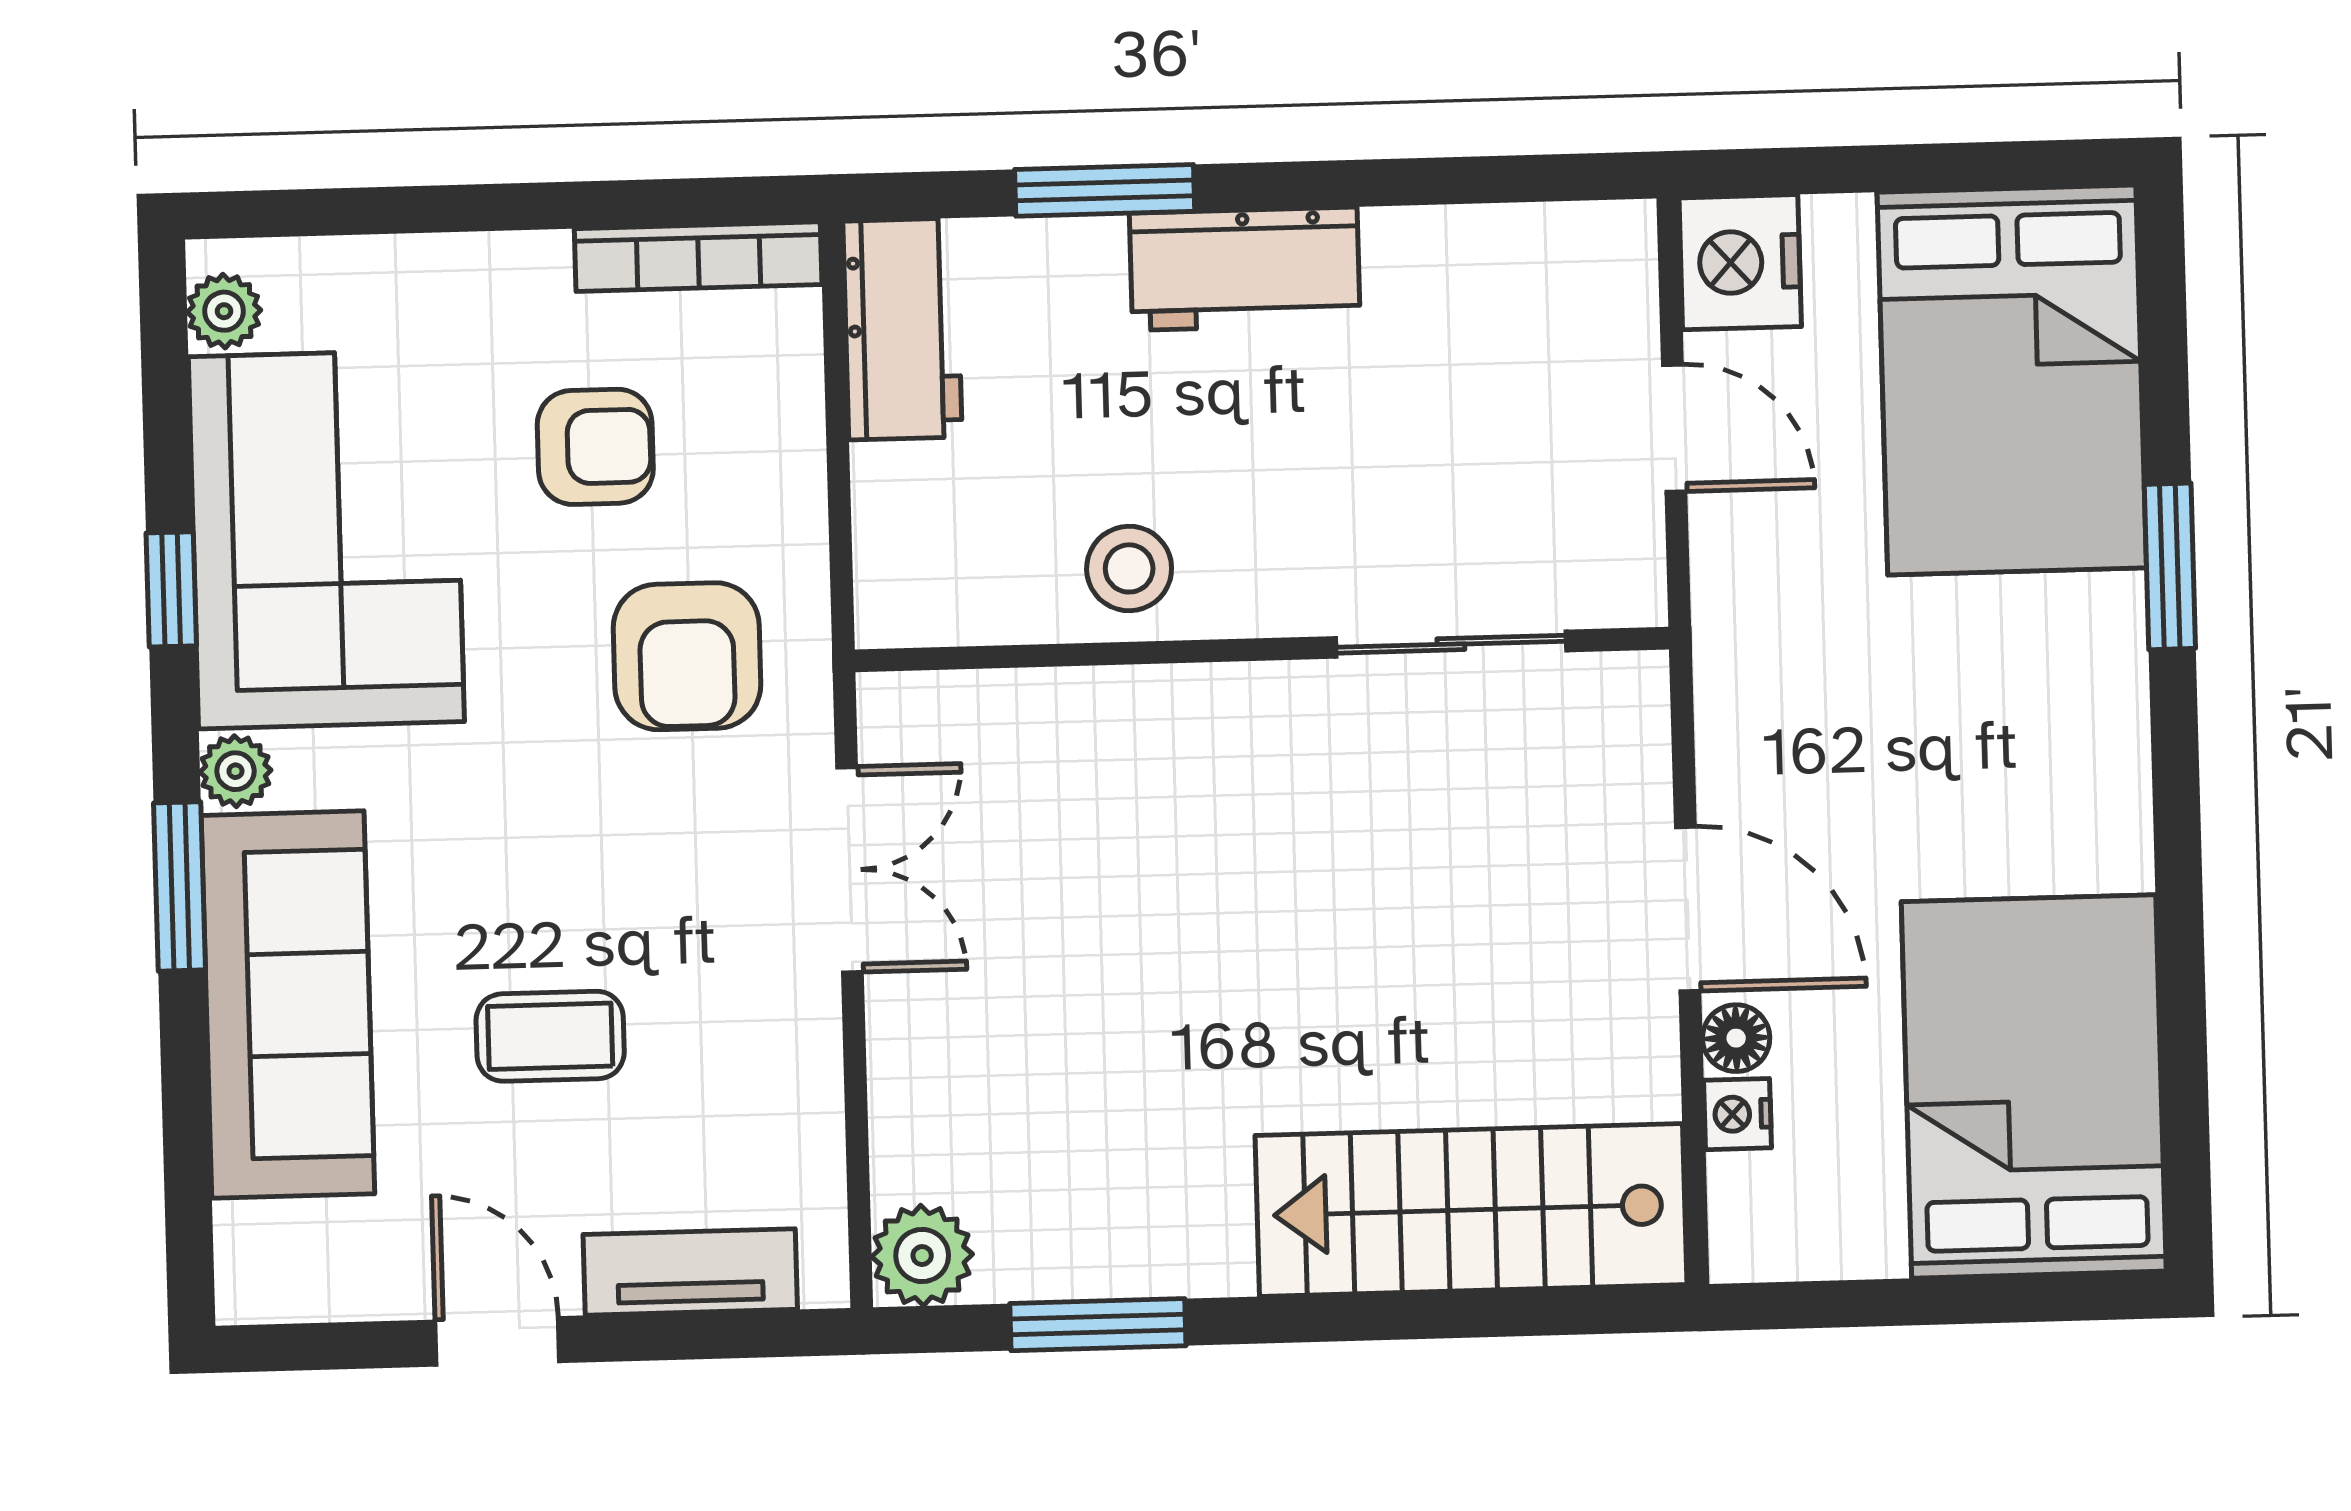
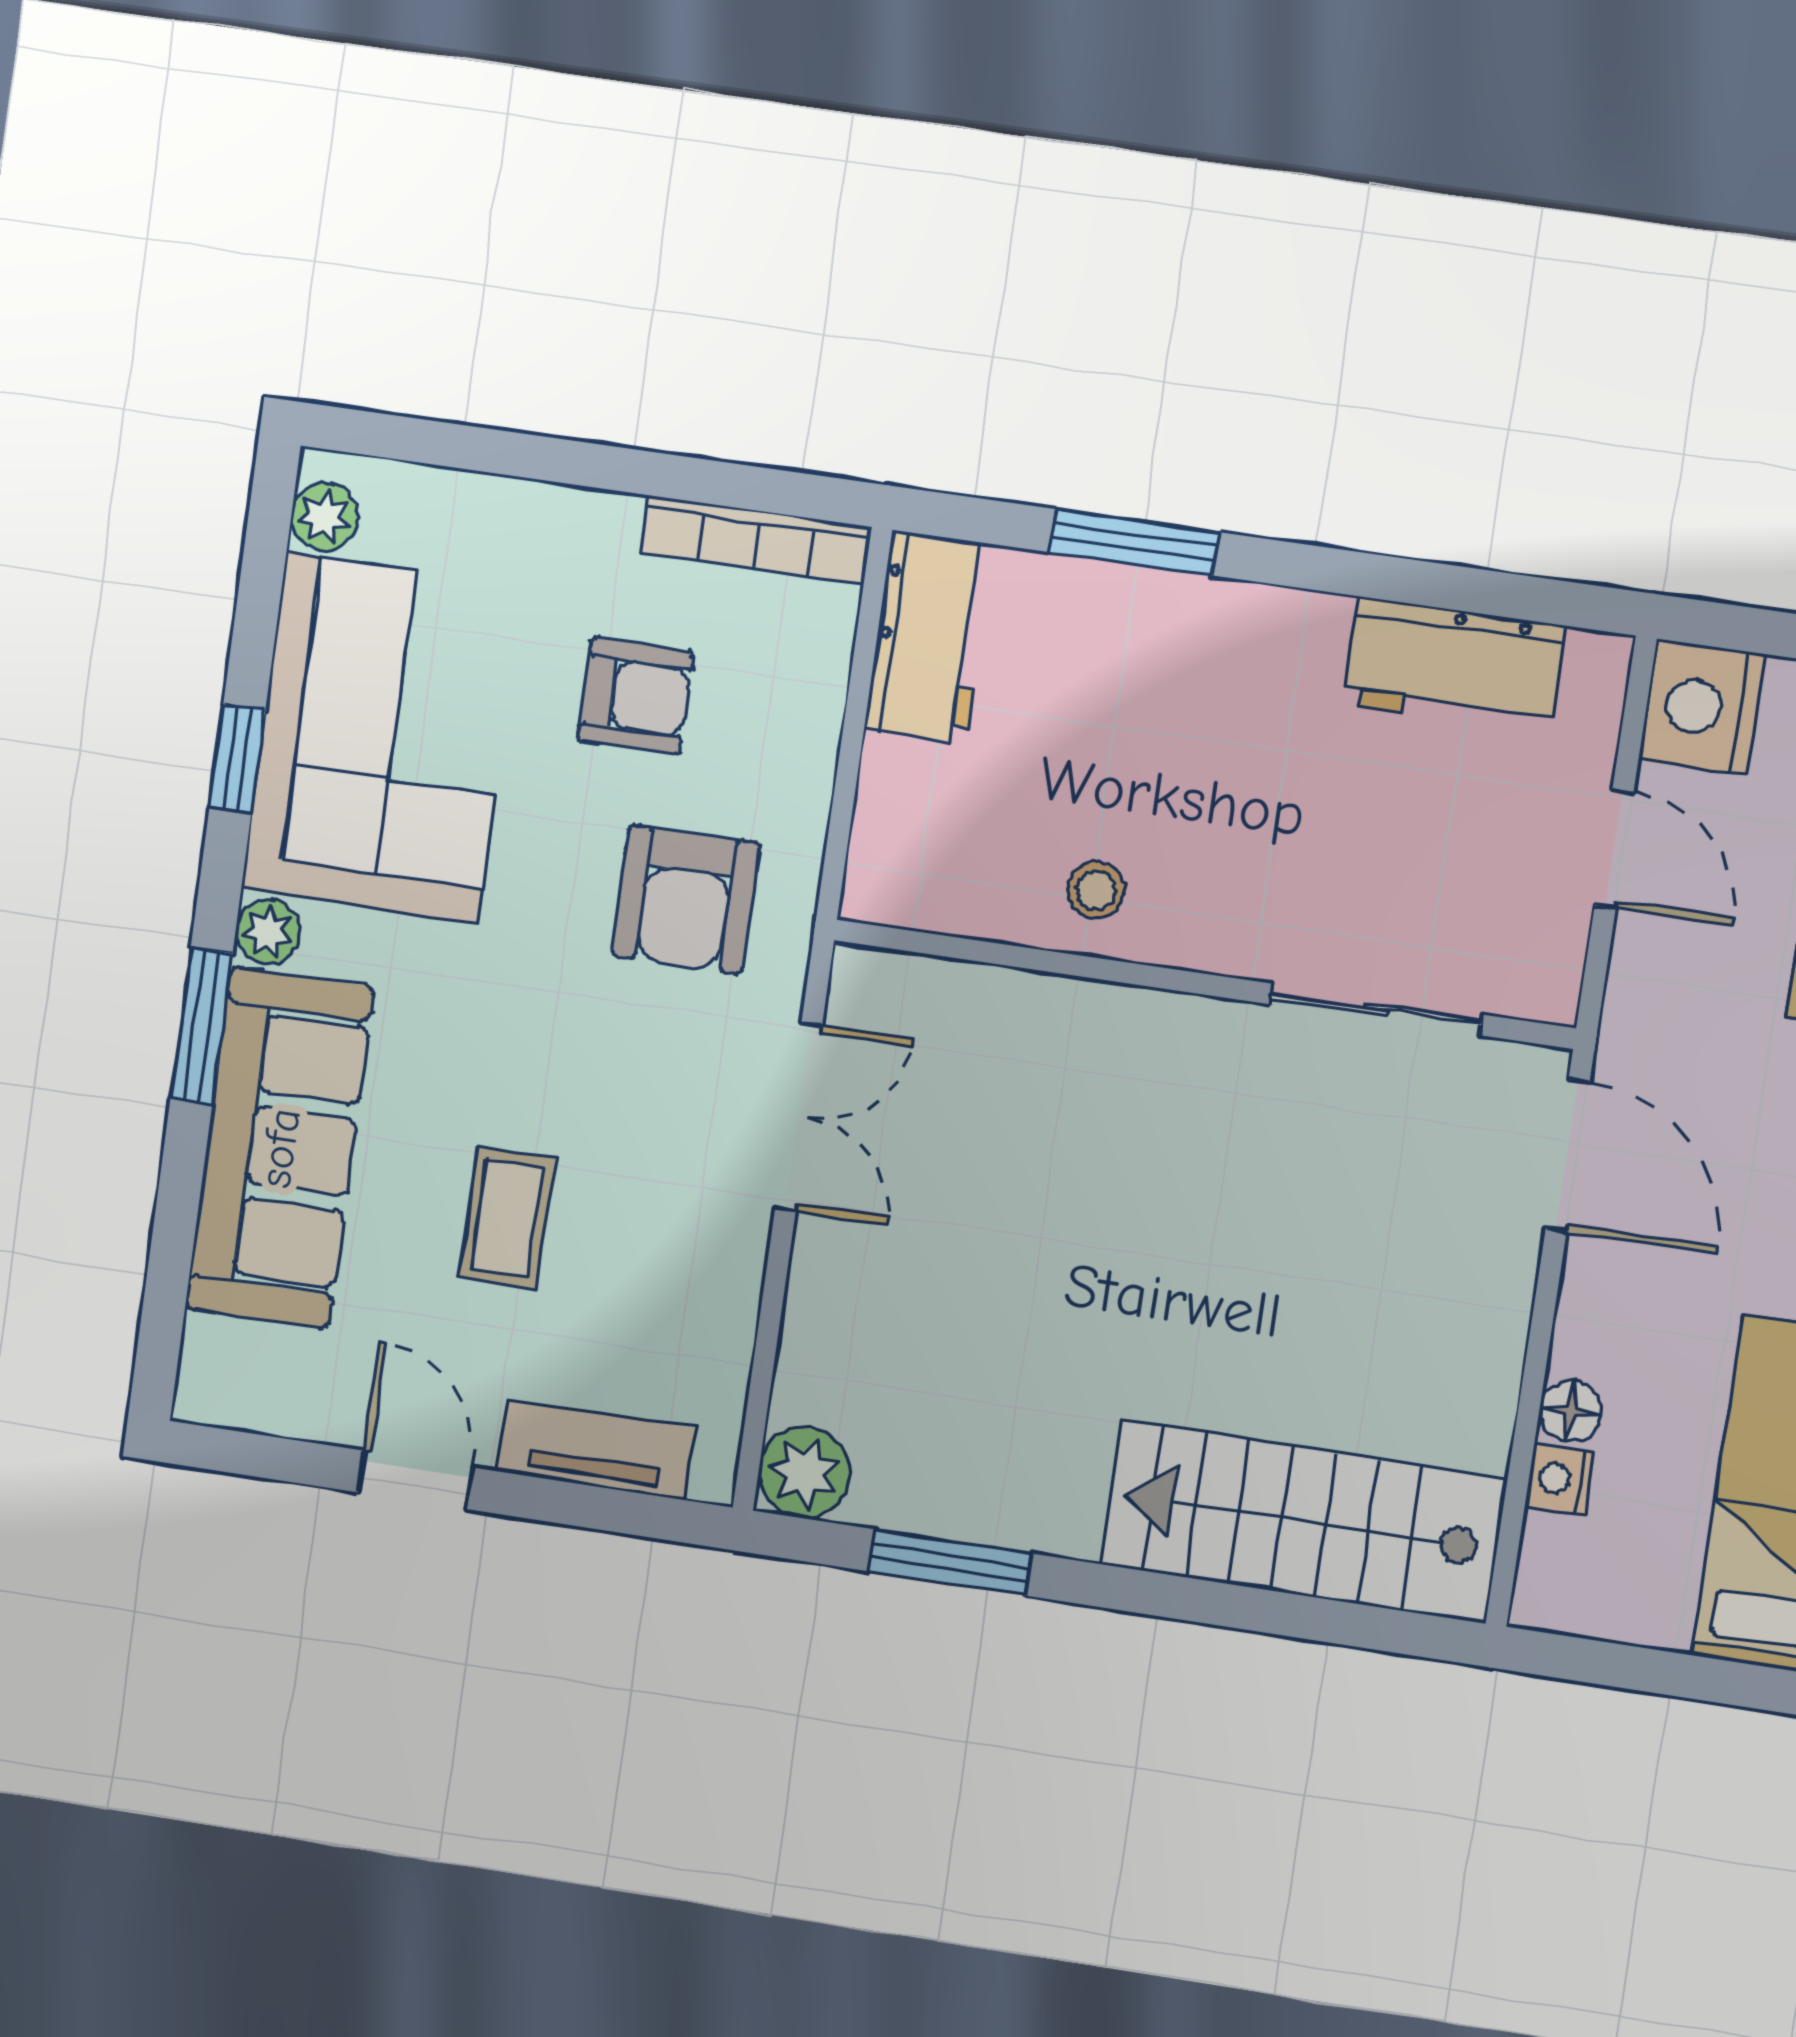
workbench: (1245, 269) -> (1454, 665), moved
stool: (1129, 568) -> (1096, 890), width x0.73, depth x0.73
door: (1688, 909) -> (1568, 1155), moved
coffee table: (550, 1036) -> (507, 1218), turned 90

